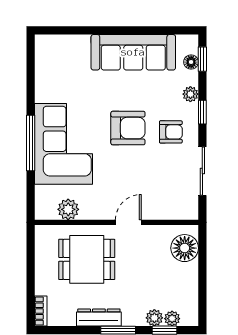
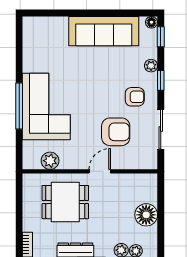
floor lamp: (191, 62) -> (151, 22), moved
armchair: (128, 128) -> (116, 132), moved
floor lamp: (185, 248) -> (146, 215), moved

